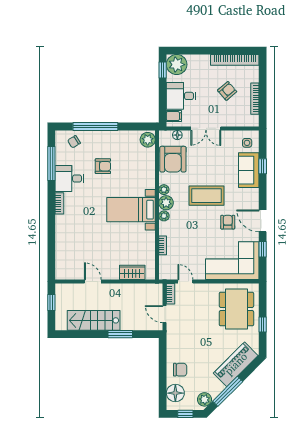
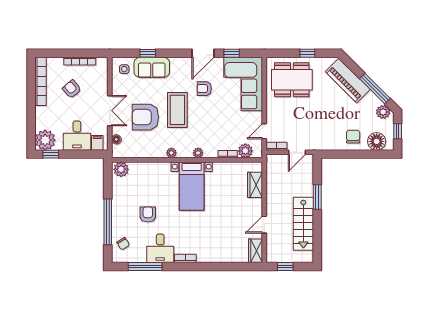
armchair: (173, 159) -> (145, 117), moved, turned 180
plant: (166, 203) -> (245, 151), moved
wardrobe: (67, 273) -> (255, 251), added

